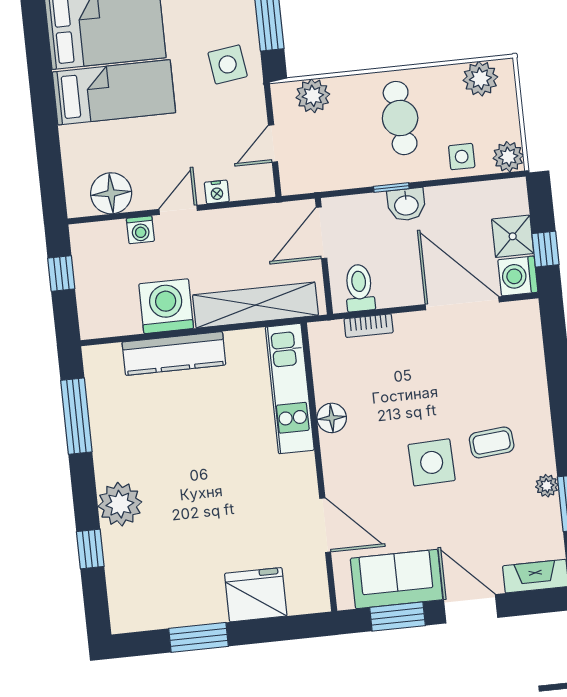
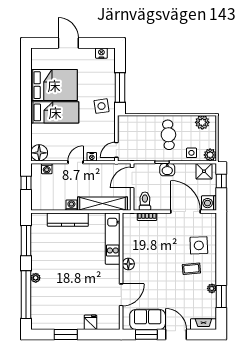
plant: (313, 96) -> (134, 122), removed
door: (273, 144) -> (116, 150), moved
floor lamp: (111, 193) -> (39, 153), moved
washing machine: (140, 230) -> (47, 169), moved
shower: (513, 236) -> (204, 171), moved
window: (545, 249) -> (221, 181), moved
washing machine: (166, 306) -> (71, 205), width x0.53, depth x0.53
floor lamp: (332, 418) -> (128, 264), moved
side table: (432, 462) -> (199, 245), moved
plant: (120, 504) -> (36, 278), width x0.53, depth x0.53
door: (325, 525) -> (121, 295), hinge flipped
window: (90, 549) -> (26, 295), width x3.17
fridge: (256, 595) -> (90, 322), width x0.53, depth x0.75

